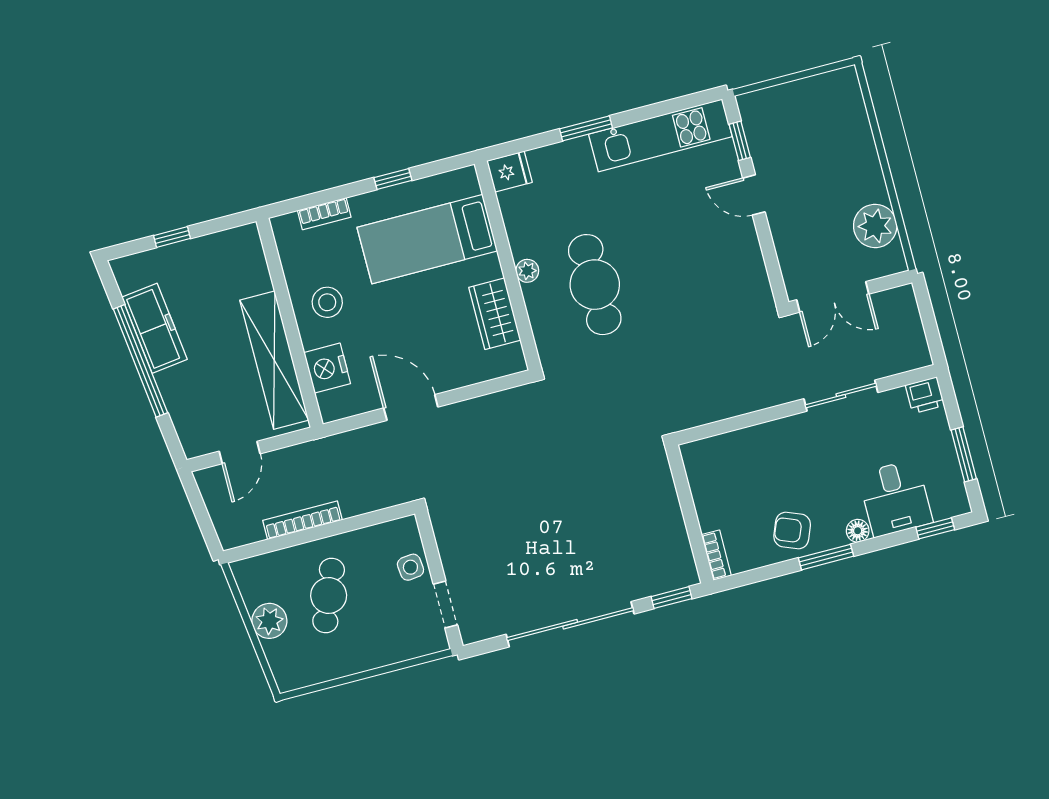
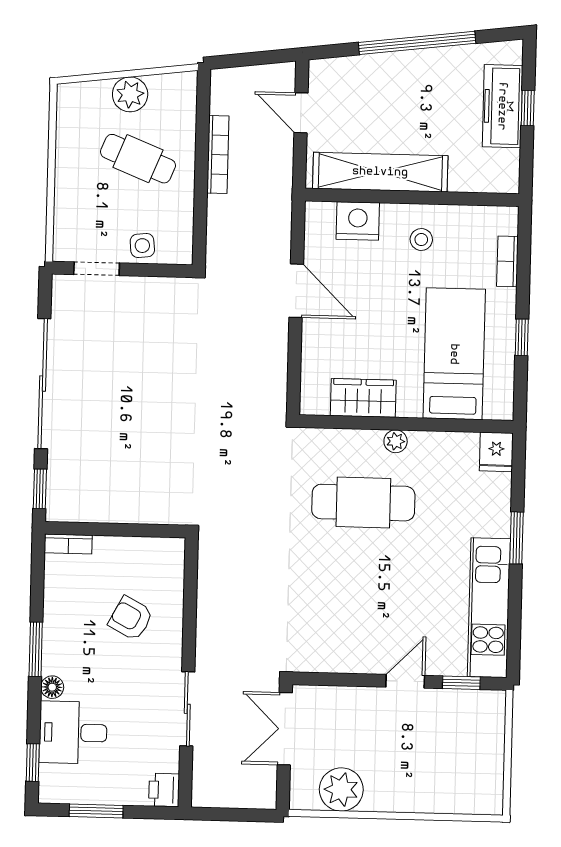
stool: (327, 302) -> (421, 239), width x0.73, depth x0.73
freezer: (155, 328) -> (502, 106), moved, turned 97
door: (411, 408) -> (296, 291), hinge flipped
armchair: (792, 531) -> (131, 618), moved, turned -84

